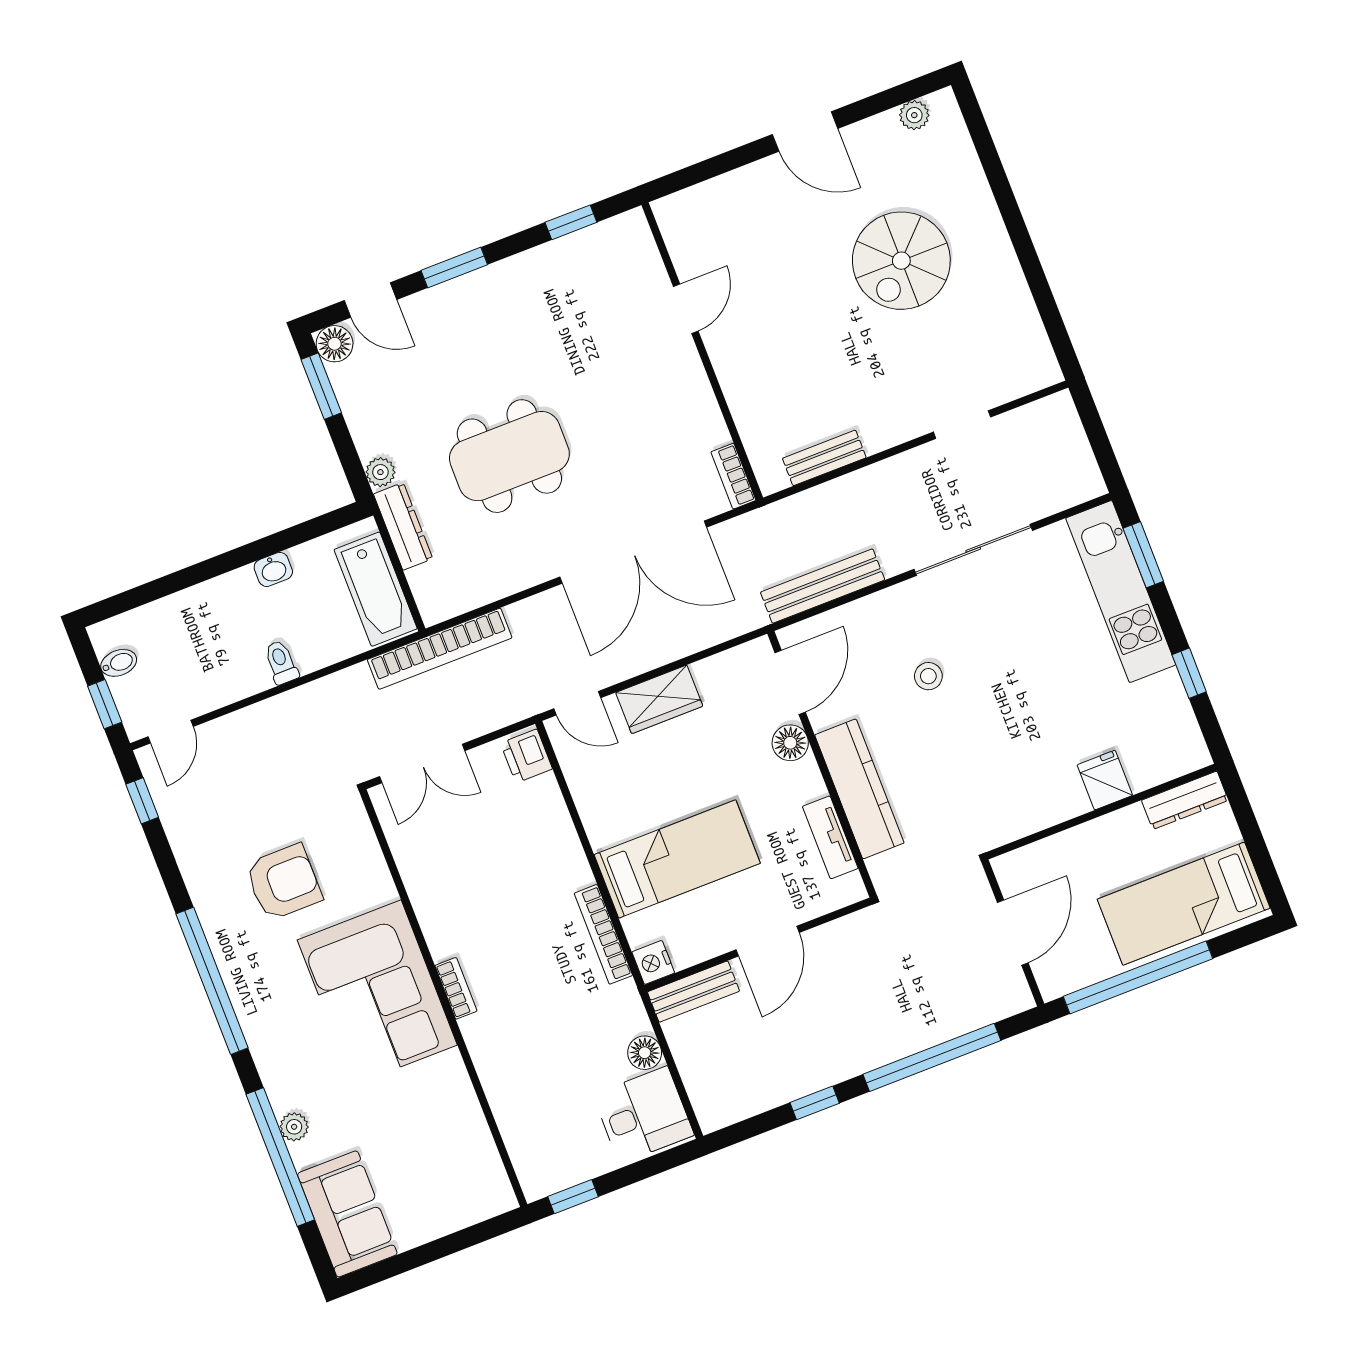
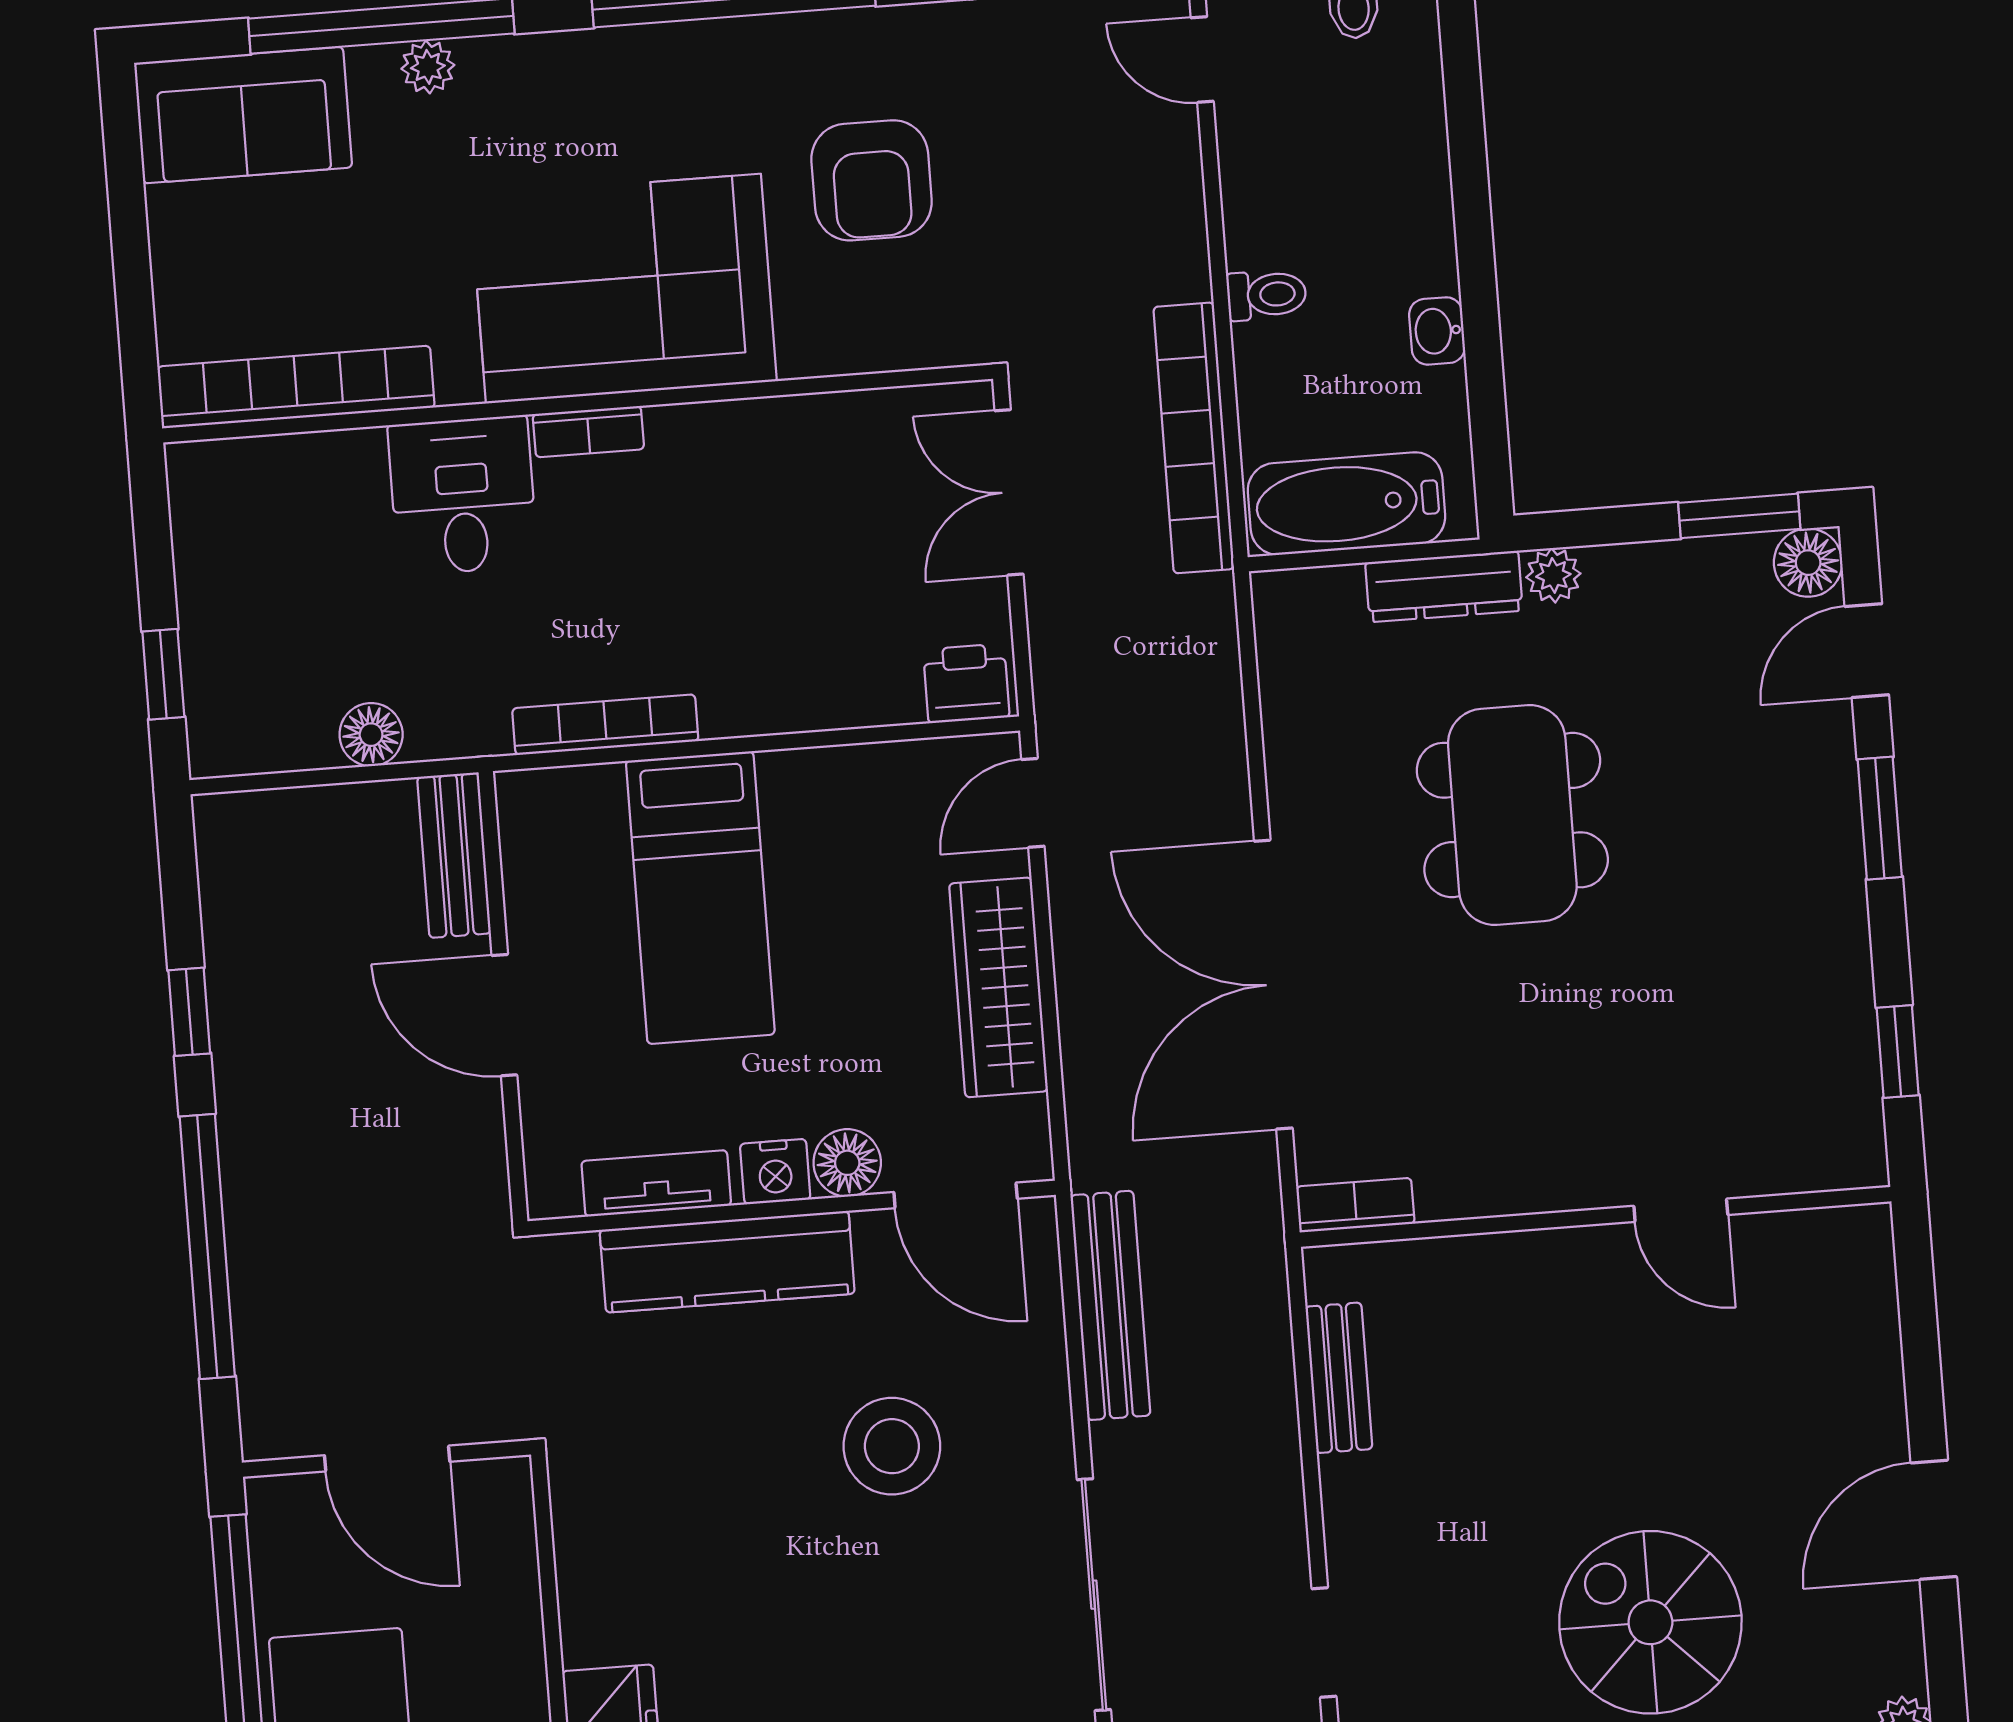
bookcase: (440, 649) -> (1194, 438), moved
stool: (928, 676) -> (892, 1446), width x1.89, depth x1.89
wardrobe: (659, 699) -> (998, 987), width x1.50
nightstand: (653, 962) -> (775, 1172), moved, turned 180
desk: (643, 1115) -> (463, 495), moved, turned 180
bookcase: (478, 1145) -> (296, 387), added
window: (573, 1197) -> (163, 674), moved

